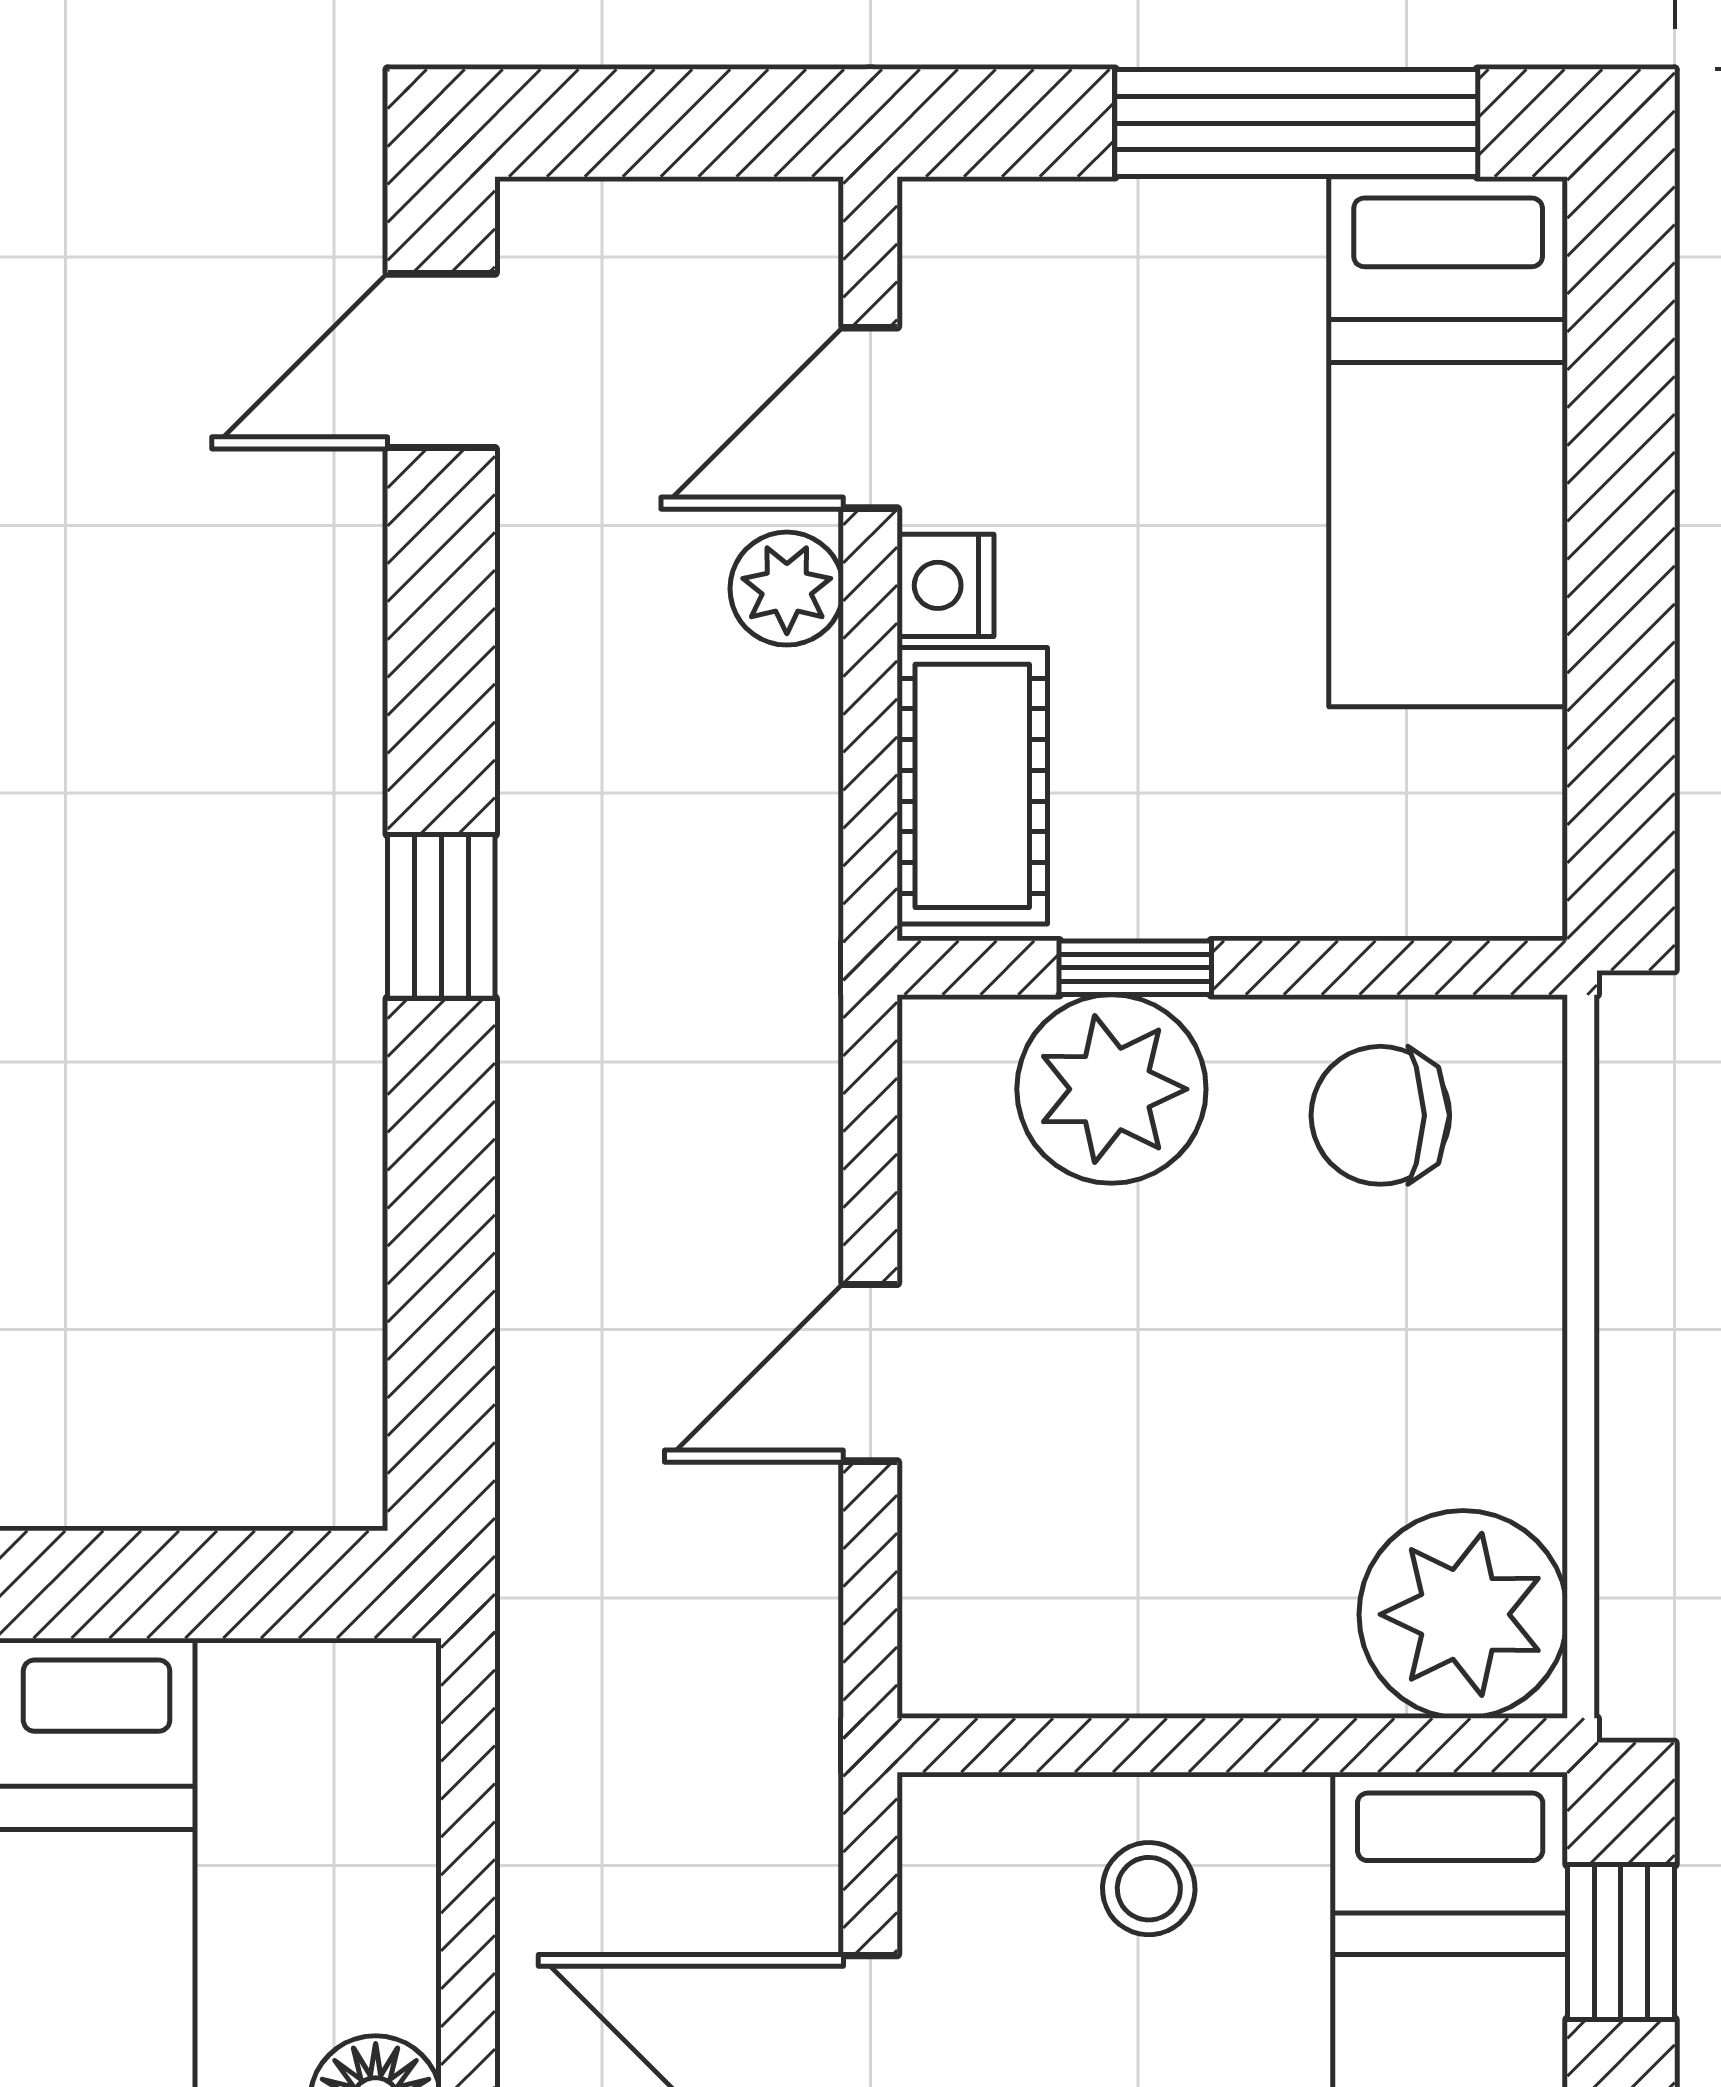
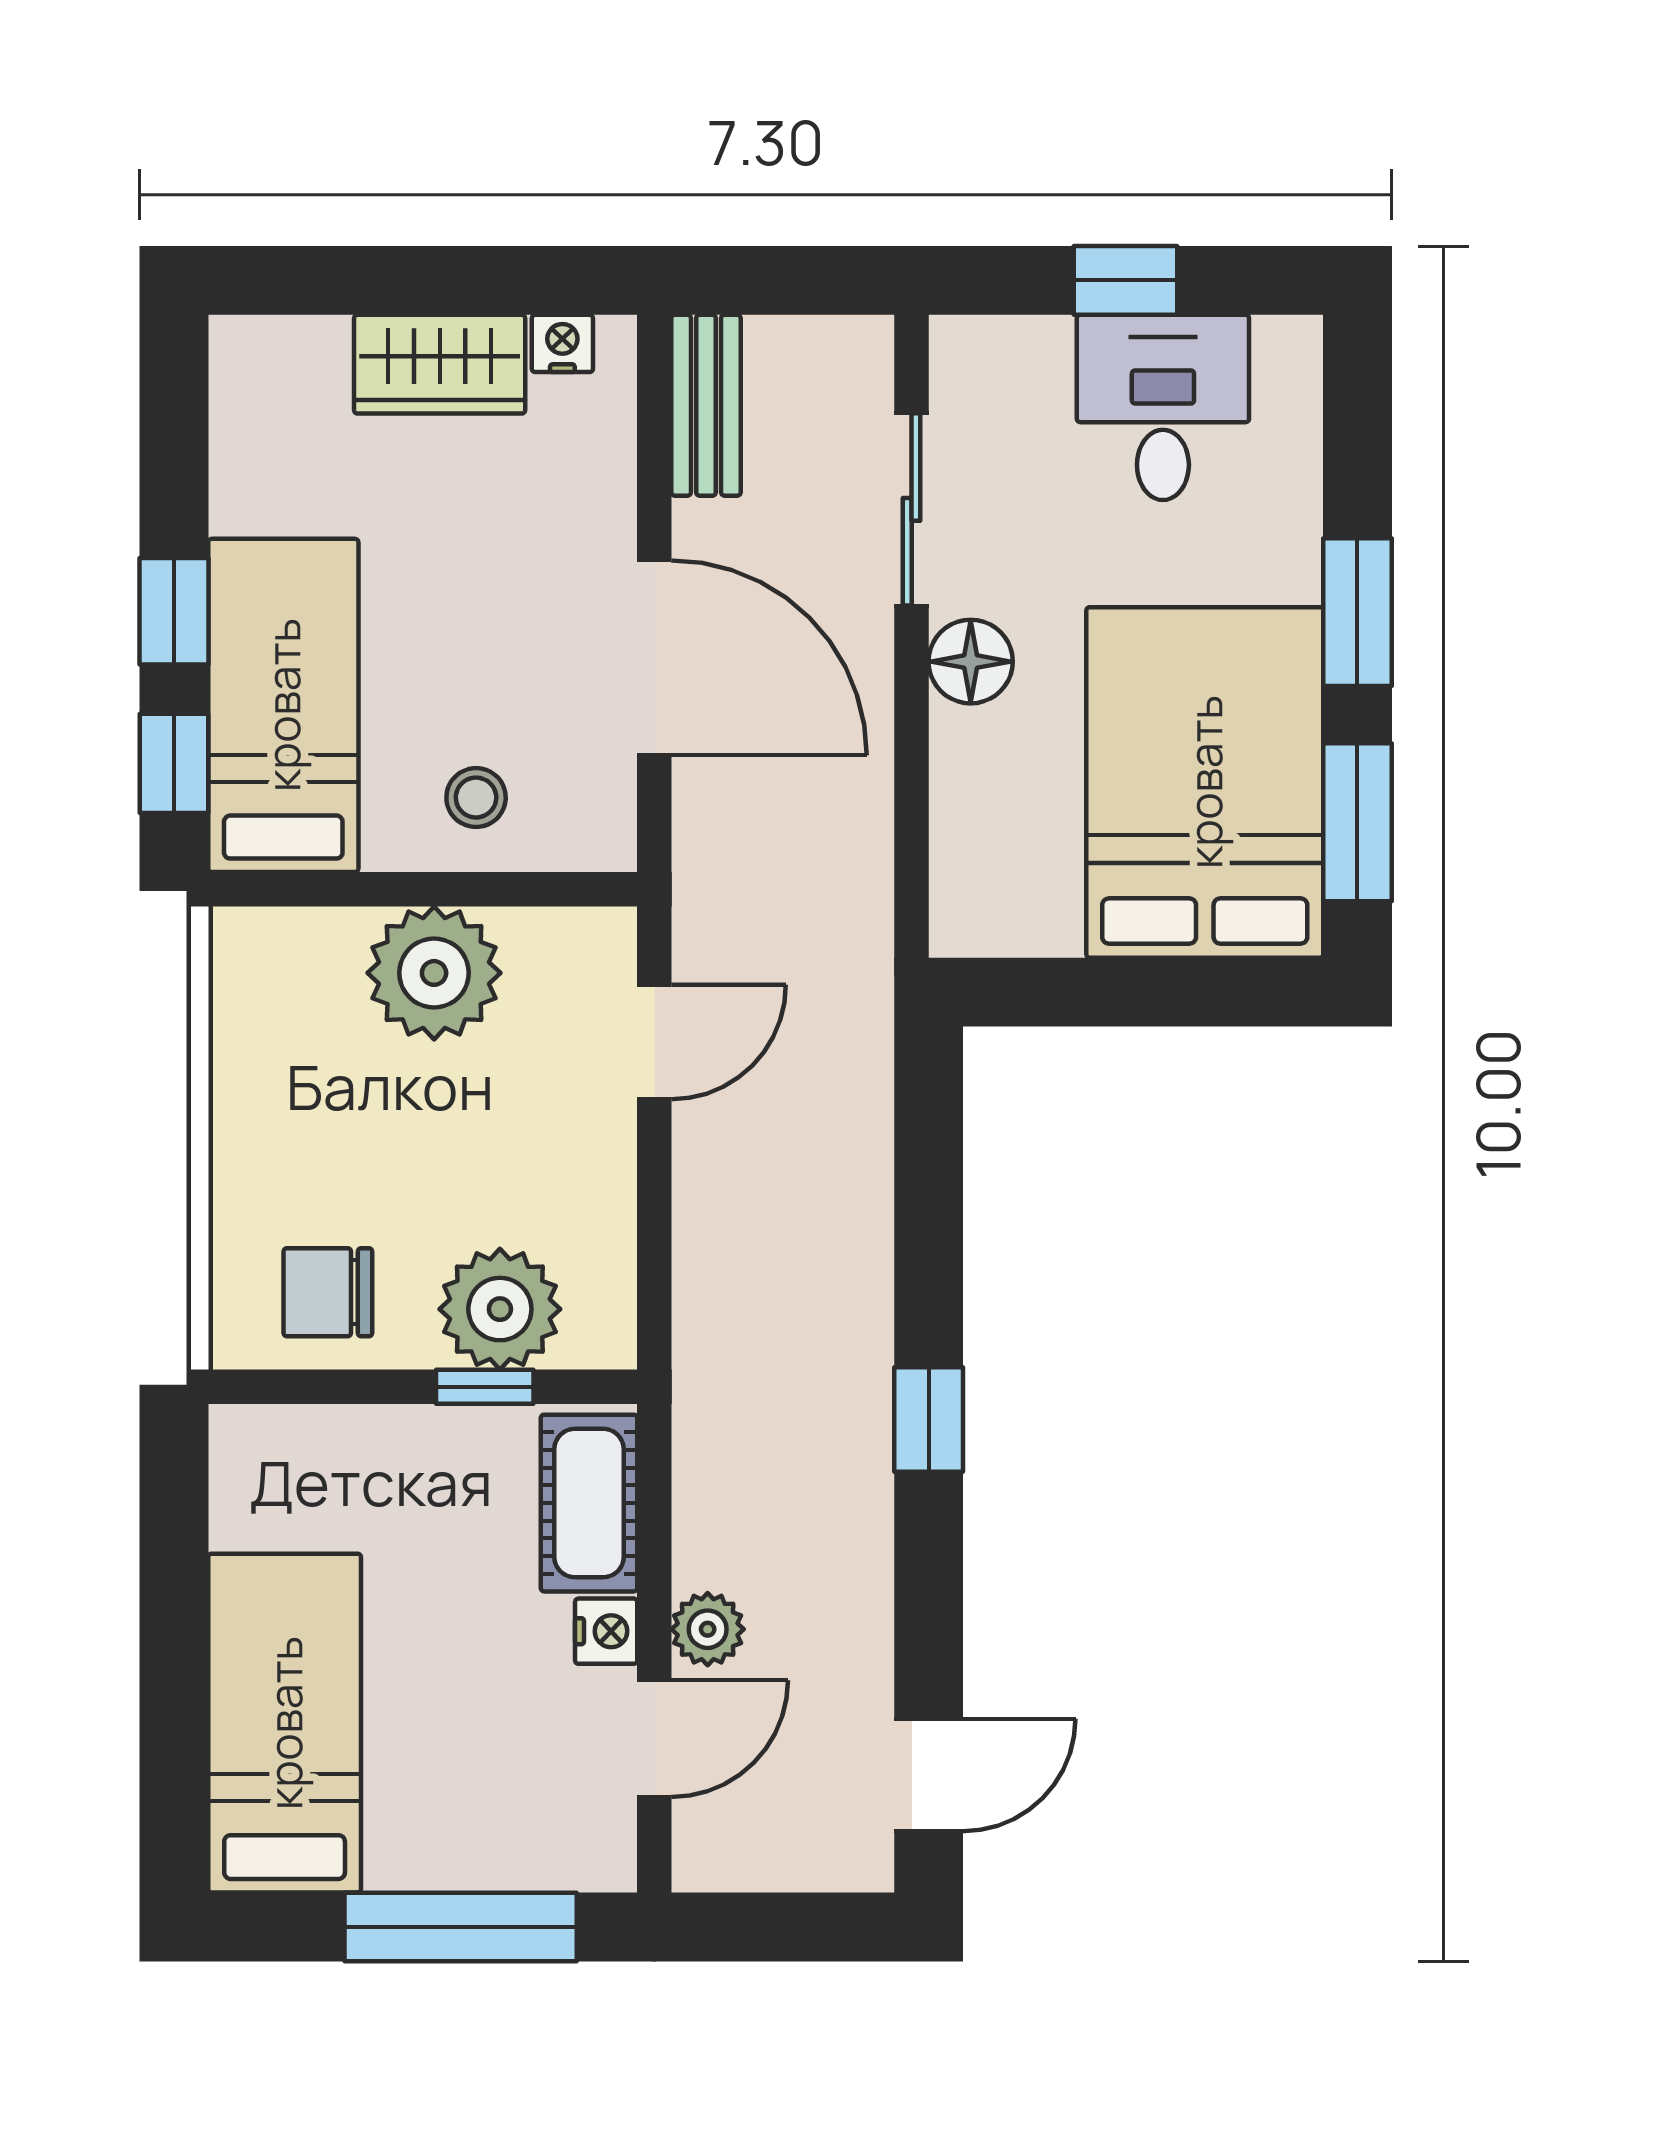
window: (1296, 123) -> (461, 1927), moved
chair: (1380, 1115) -> (328, 1292), turned 180
door: (870, 1373) -> (654, 1042), moved
plant: (1463, 1614) -> (434, 973), moved

